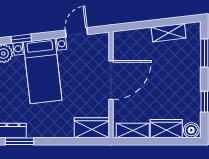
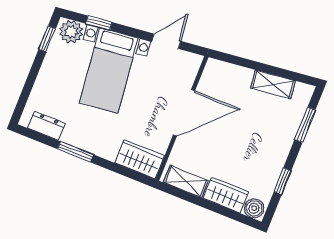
window: (20, 141) -> (75, 152), moved

